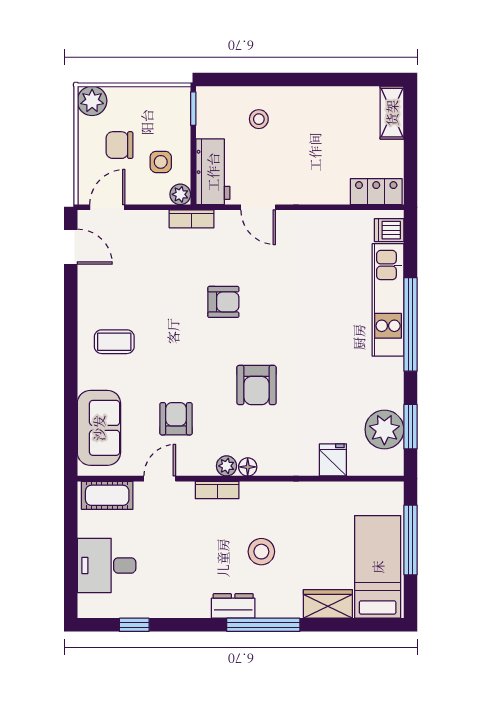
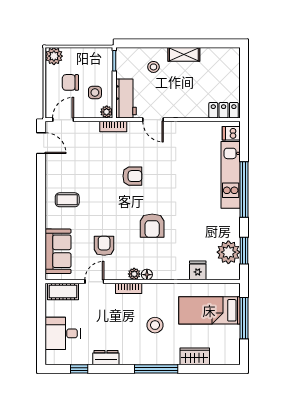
shelving: (392, 113) -> (184, 54), moved, turned 90
bed: (378, 567) -> (209, 310), moved, turned -90
dresser: (233, 606) -> (106, 358), moved

